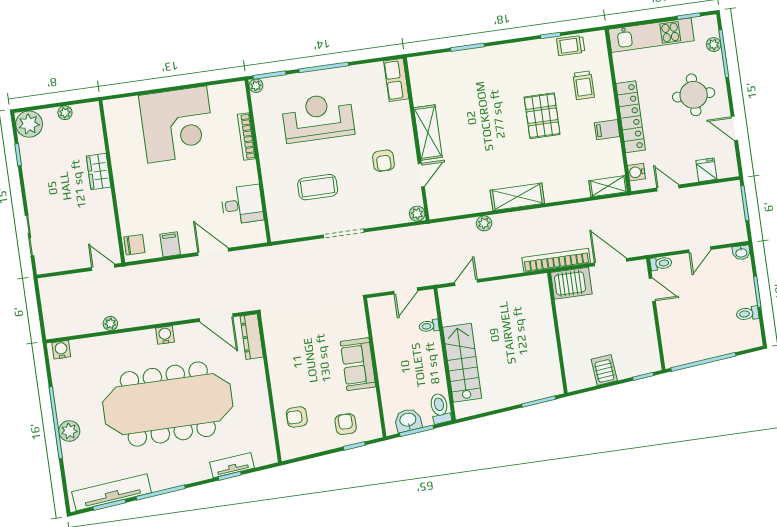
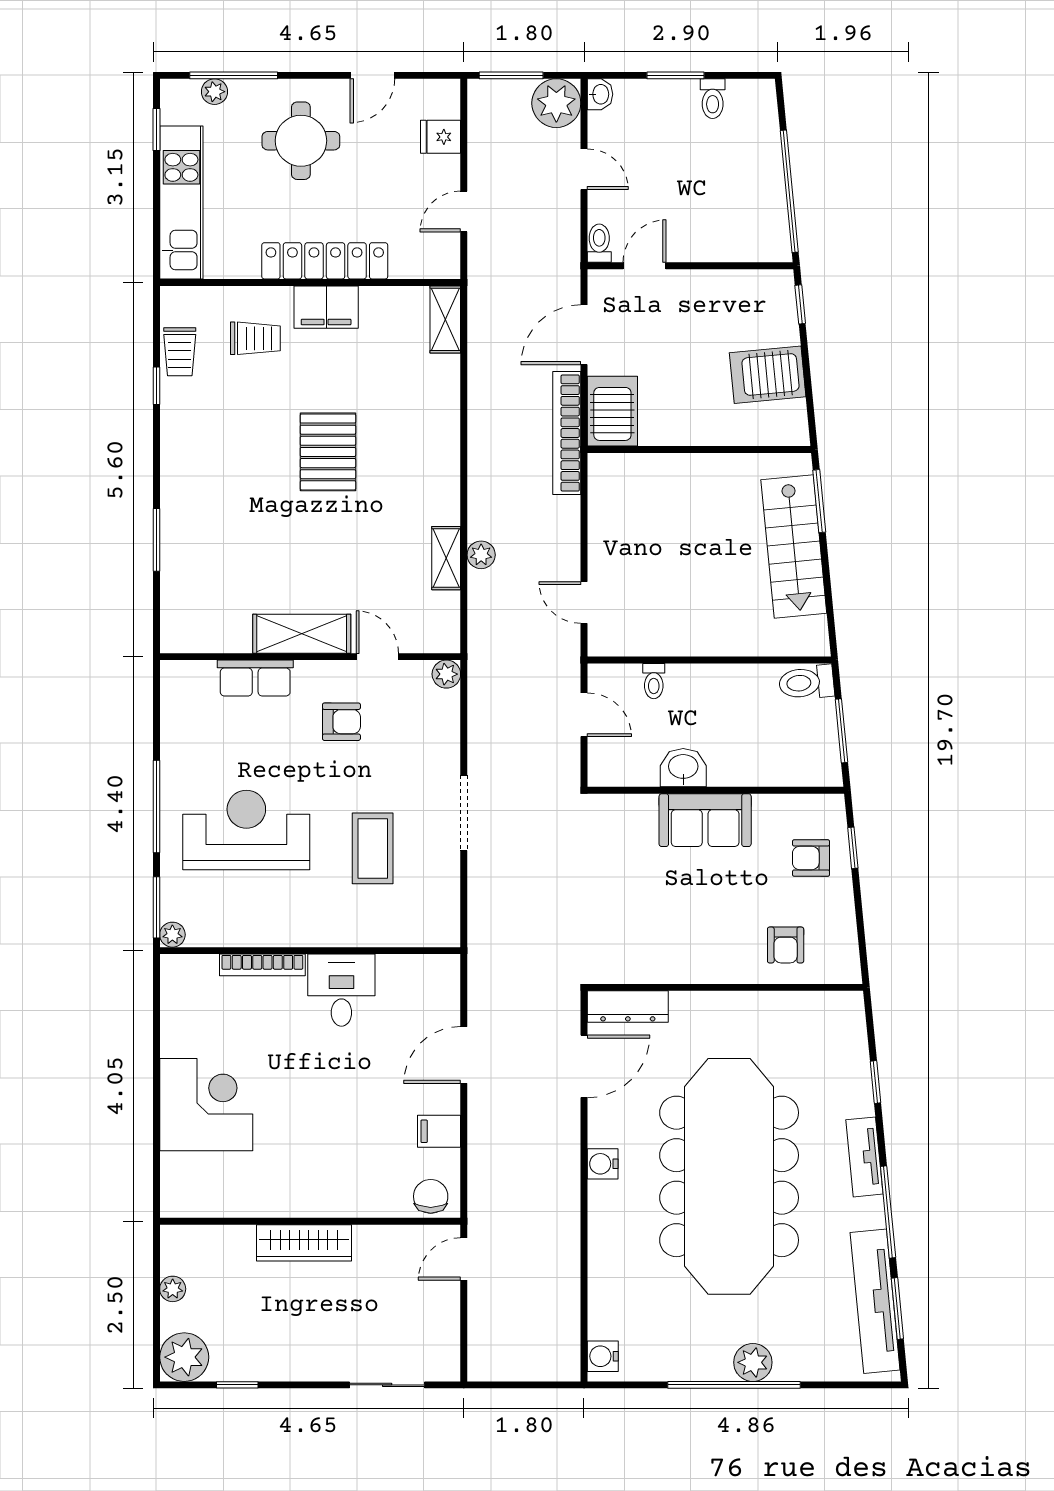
row of seats: (396, 80) -> (255, 678), moved
pallet: (542, 116) -> (328, 452), moved, turned 90
reception desk: (318, 118) -> (246, 830), turned 90
corner desk: (177, 125) -> (206, 1105), width x0.74, depth x0.74
filing cabinet: (607, 130) -> (326, 307), width x2.00
wardrobe: (99, 171) -> (304, 1243), width x1.50
water cooler: (636, 172) -> (427, 264), removed
shelving: (517, 197) -> (446, 558), moved, width x0.67, depth x0.75
desk: (242, 205) -> (341, 990), moved
plant: (110, 323) -> (556, 103), moved, width x1.88, depth x1.88
stairs: (462, 363) -> (794, 546), moved, turned -96
server rack: (604, 370) -> (768, 375), width x1.36, depth x1.44
washbasin: (408, 420) -> (683, 768), moved, turned 96
tv unit: (232, 465) -> (864, 1157), moved

